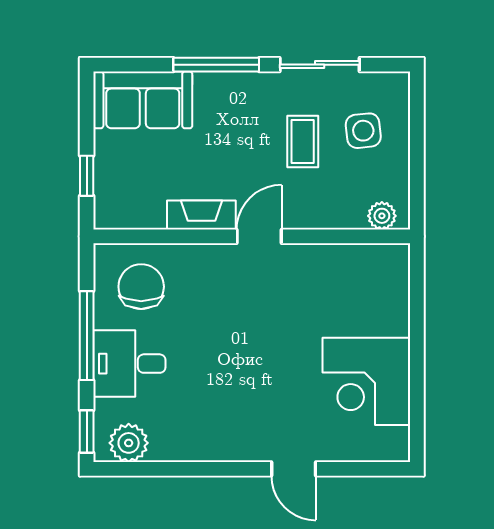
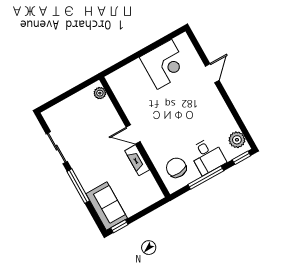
side table: (363, 131) -> (72, 118), removed
coffee table: (303, 141) -> (89, 138), removed
window: (87, 176) -> (119, 226), moved
chair: (141, 287) -> (176, 168), turned 84

